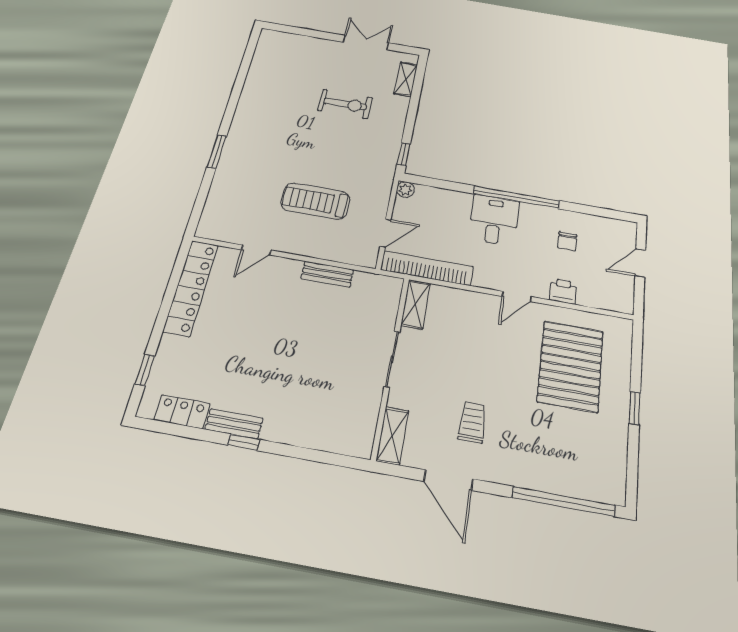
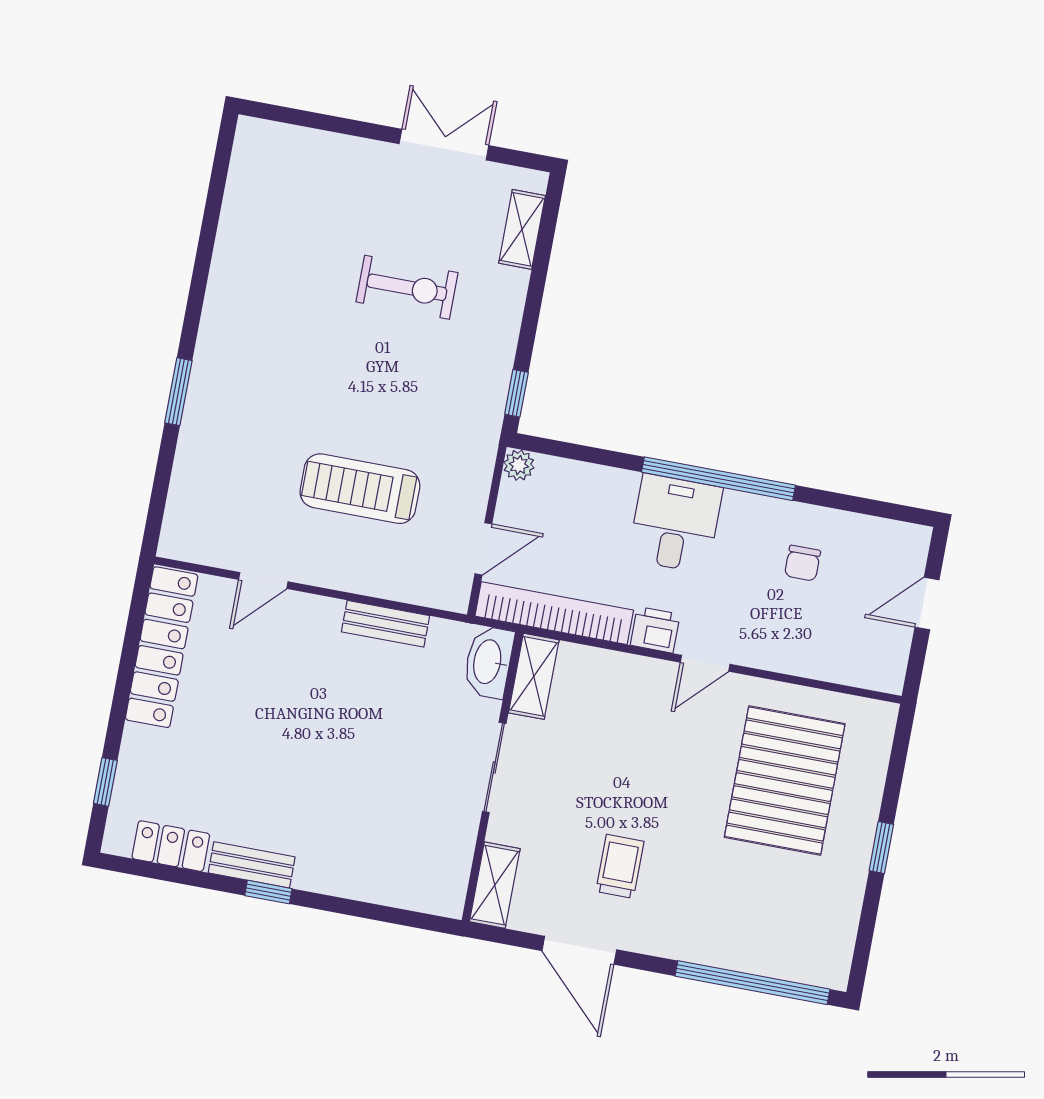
printer: (563, 291) -> (655, 630), moved
washbasin: (388, 296) -> (488, 662), added

